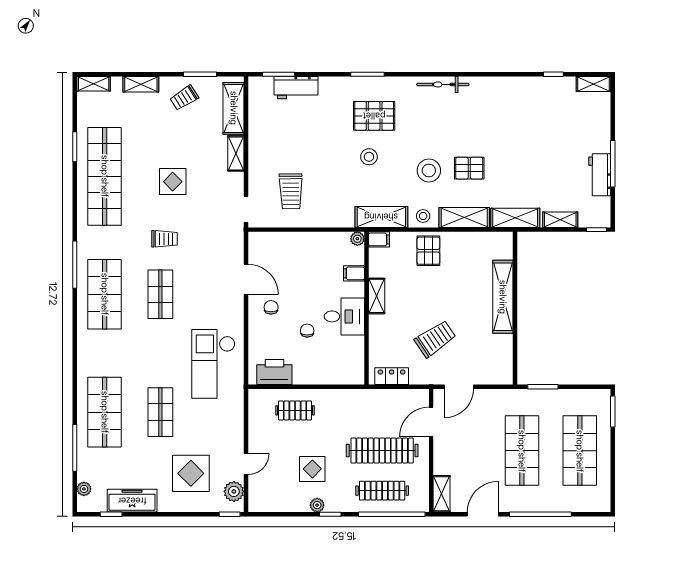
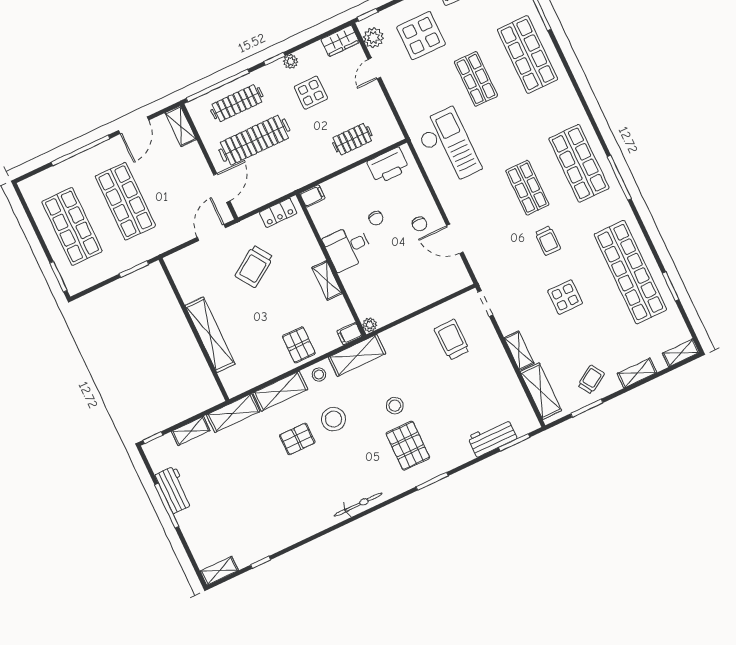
pallet: (374, 116) -> (408, 446), turned 90
trolley: (165, 239) -> (548, 241), turned -90
filing cabinet: (354, 273) -> (312, 196), moved
wardrobe: (265, 503) -> (340, 41), added

